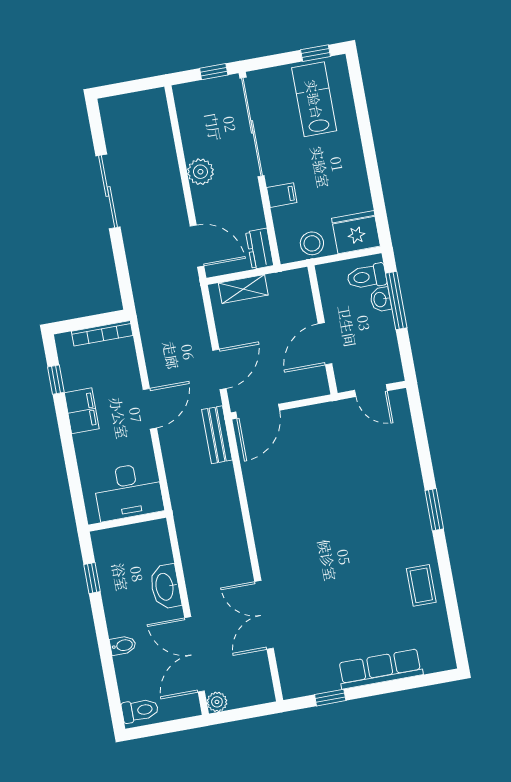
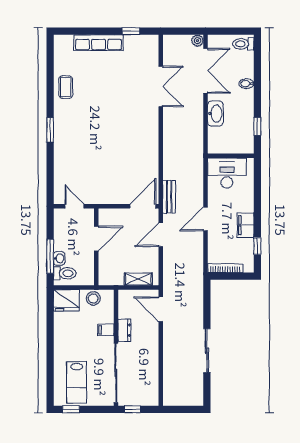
plant: (200, 172) -> (151, 352), removed
dresser: (260, 249) -> (124, 330), moved

